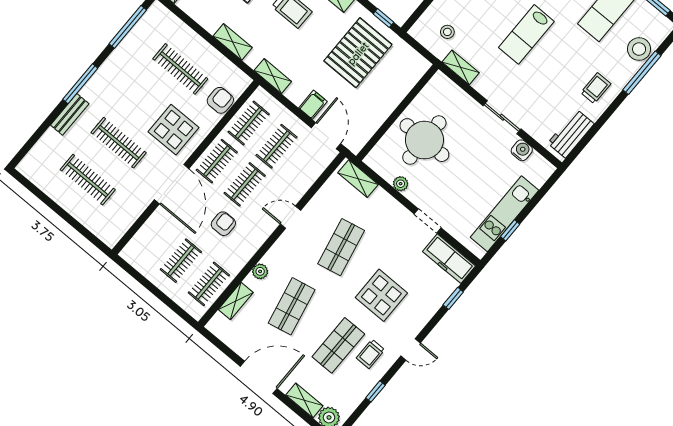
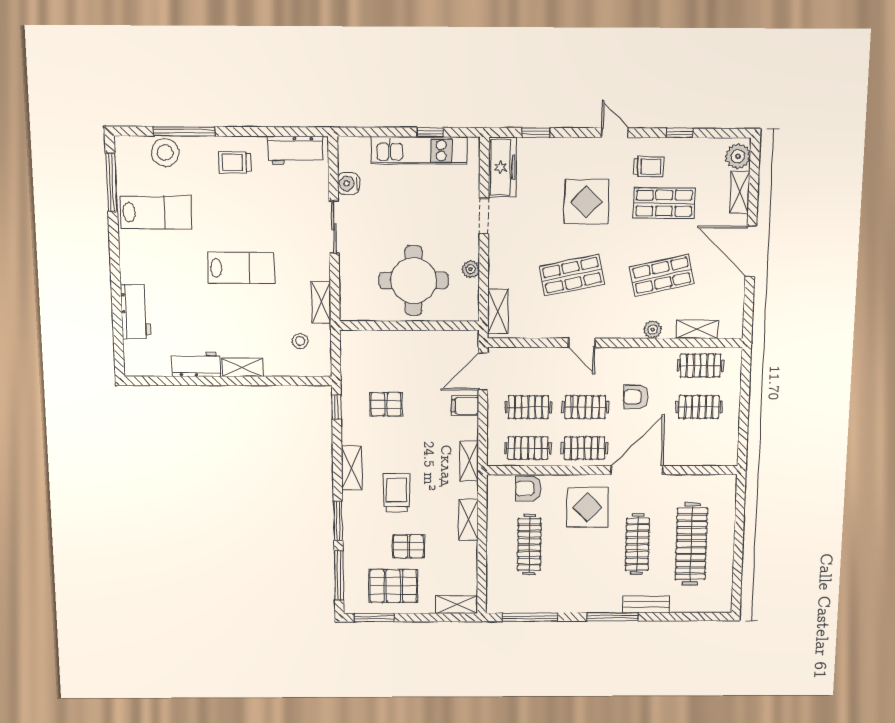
pallet: (358, 53) -> (386, 404), width x0.49, depth x0.50
clothes rail: (88, 180) -> (691, 544), width x1.37, depth x1.31

